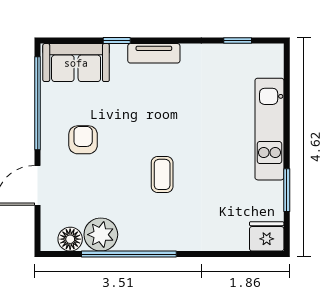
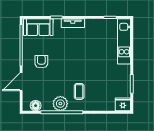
kitchen unit: (269, 129) -> (124, 41), moved
coffee table: (162, 174) -> (79, 91), moved
plant: (101, 235) -> (60, 104), moved

